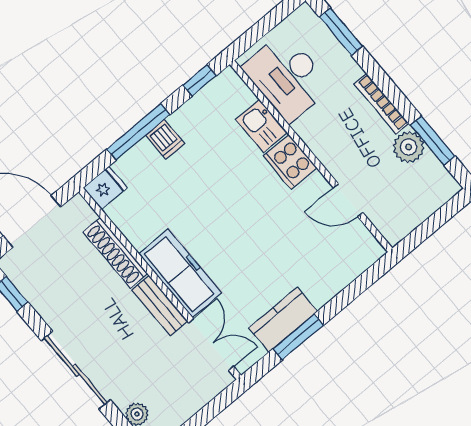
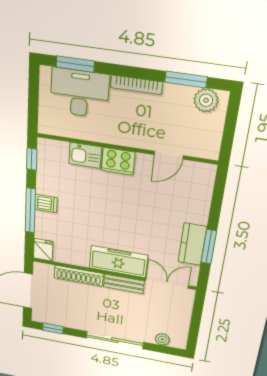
desk: (287, 77) -> (80, 93), moved, turned 180
plant: (409, 147) -> (206, 100), moved

